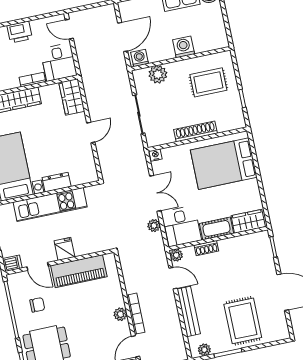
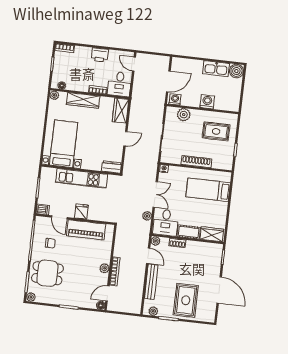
bed: (224, 164) -> (208, 190), width x0.67
dresser: (57, 182) -> (111, 167), moved

